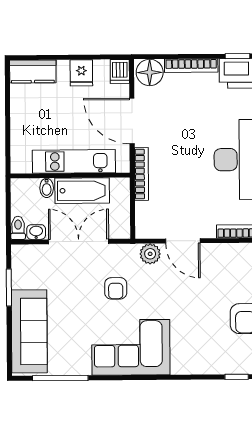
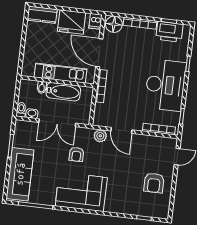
fridge: (81, 73) -> (72, 22), width x1.88, depth x1.34
double door: (79, 242) -> (57, 123), swing flipped

